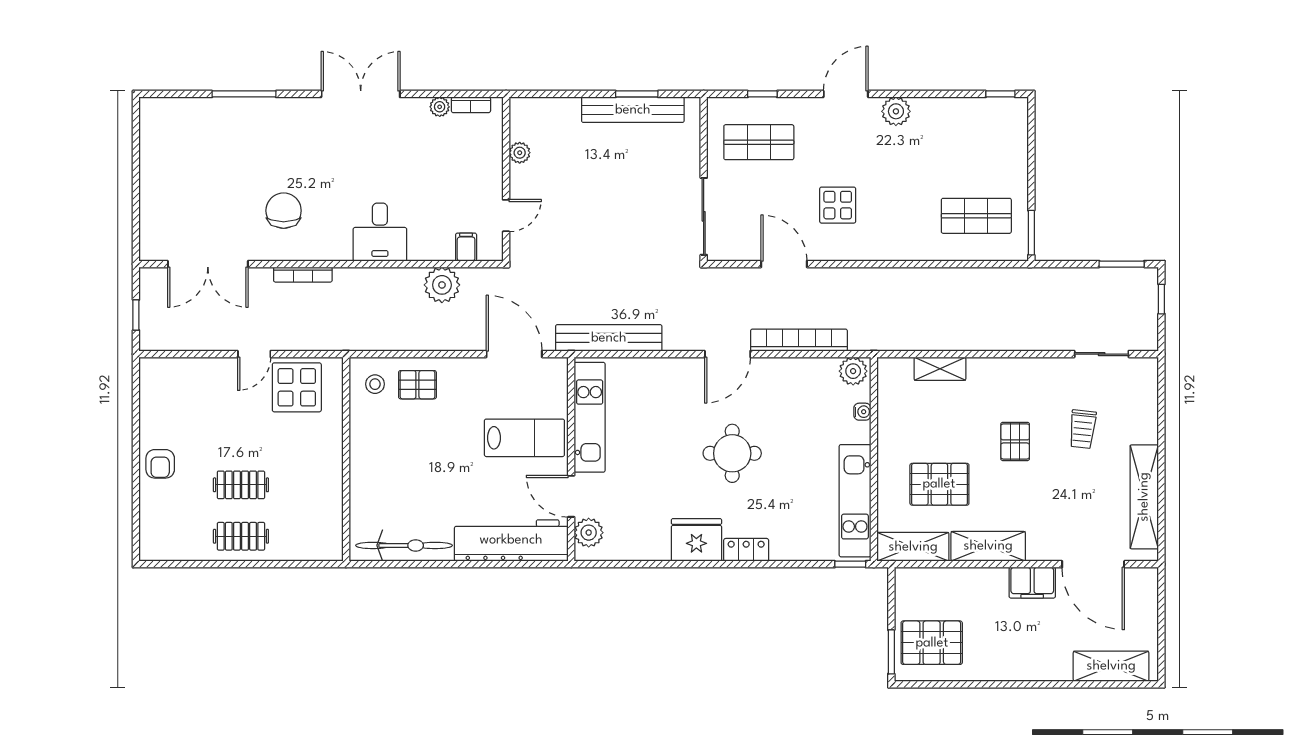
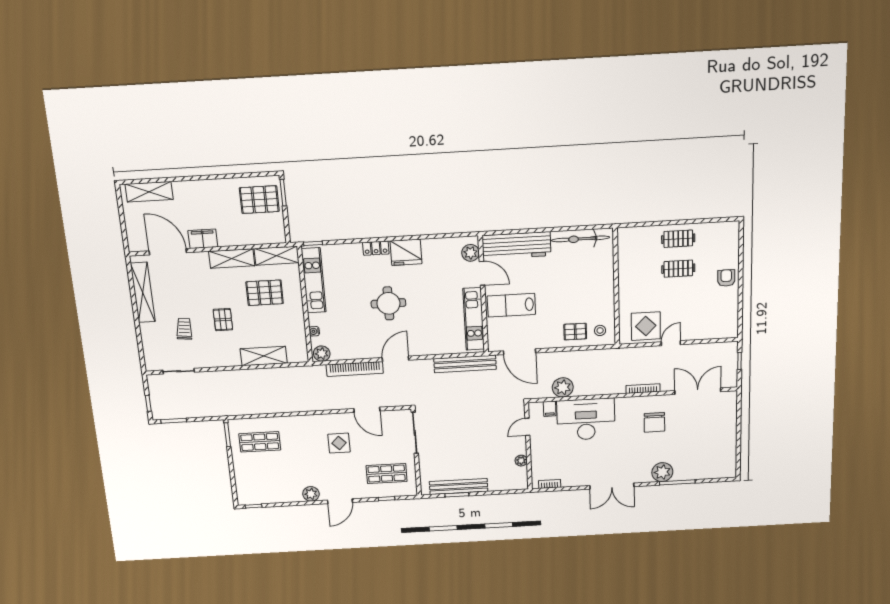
plant: (440, 107) -> (662, 472), moved, width x1.87, depth x1.87
desk: (380, 232) -> (586, 419), width x1.87, depth x1.30
shelving: (940, 369) -> (264, 356), width x1.50, depth x1.33

